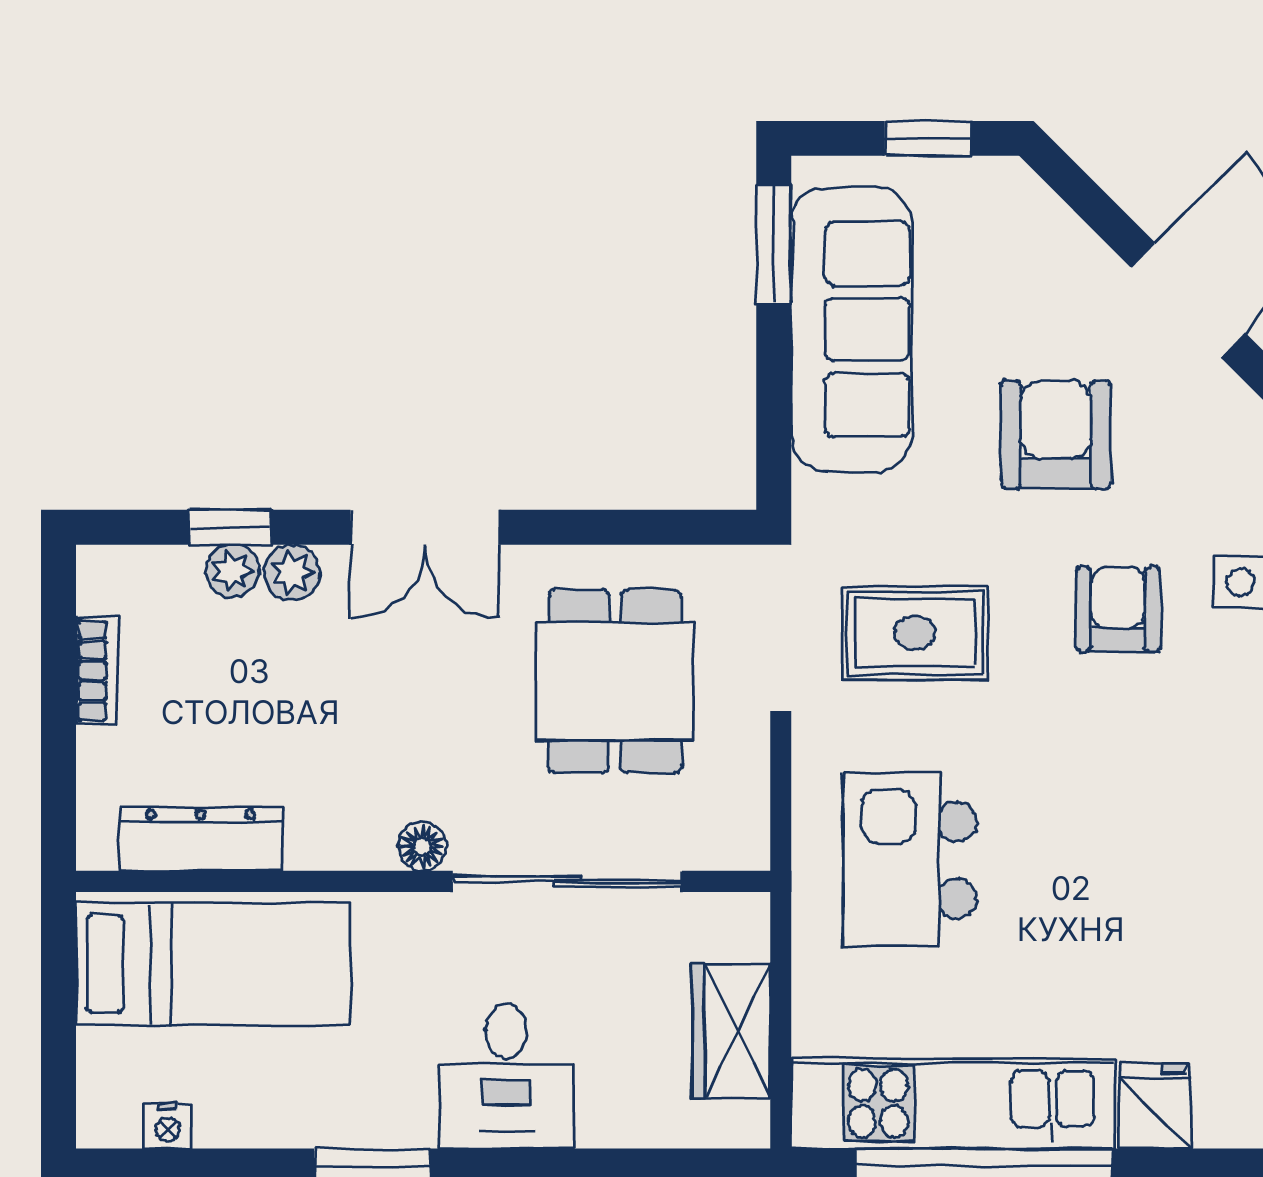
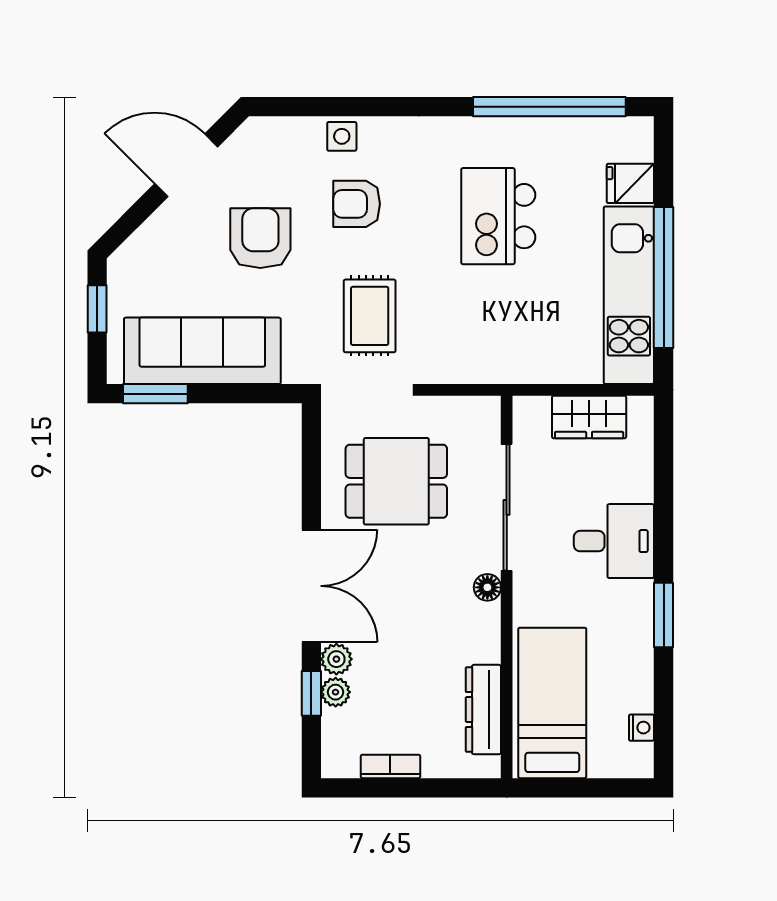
armchair: (1056, 435) -> (260, 238), turned 90
double door: (425, 527) -> (311, 586), width x1.37
kitchen island: (910, 860) -> (498, 216), moved, turned 90

